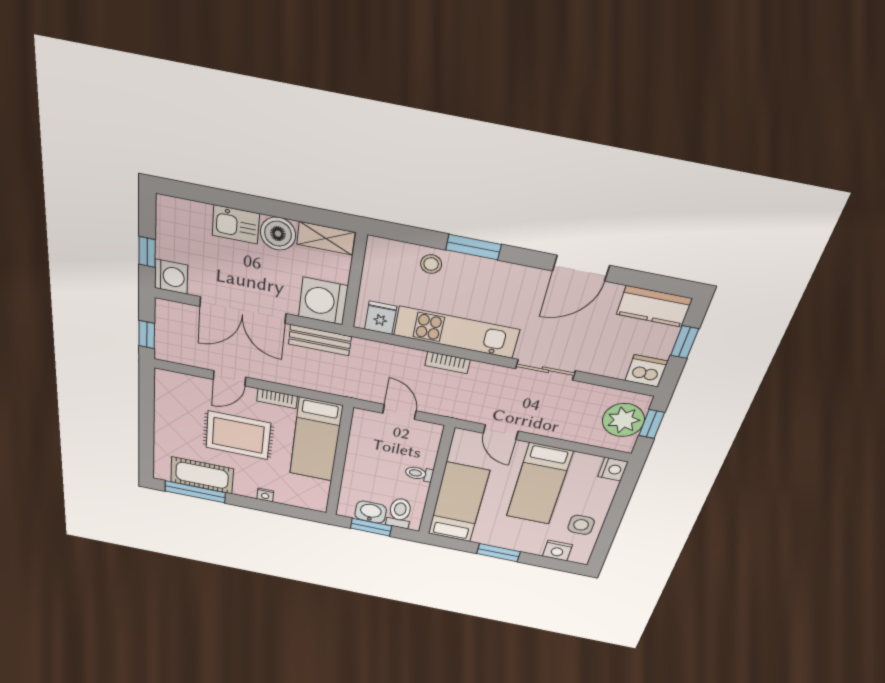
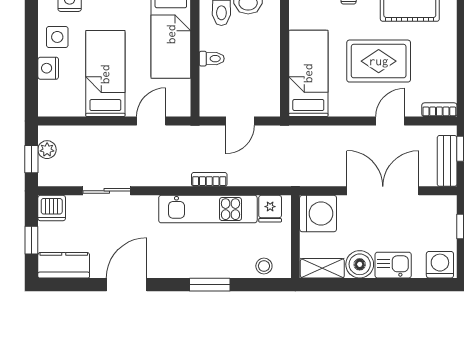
stool: (431, 264) -> (264, 266), moved
washing machine: (171, 277) -> (440, 265), moved, turned 90
bench: (320, 340) -> (447, 161), moved, turned 90
sliding door: (545, 370) -> (107, 191), moved
bookcase: (277, 399) -> (439, 110), moved
door: (399, 412) -> (240, 121), hinge flipped
plant: (623, 420) -> (47, 150), width x0.53, depth x0.53
door: (501, 432) -> (151, 121), hinge flipped
nightstand: (613, 469) -> (48, 68), moved

